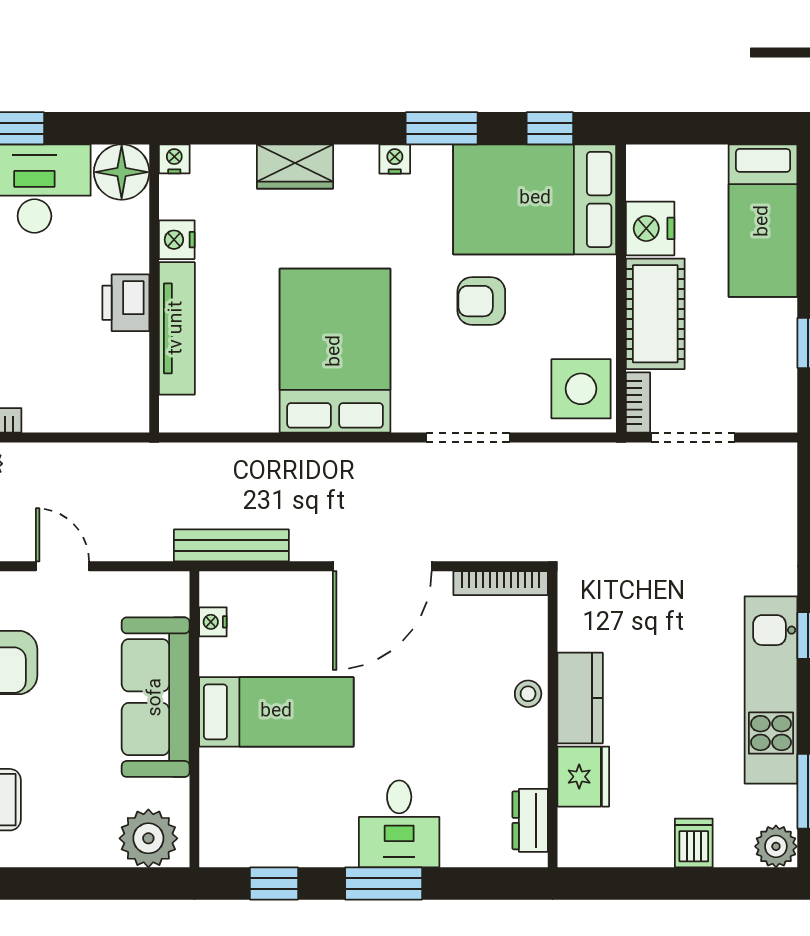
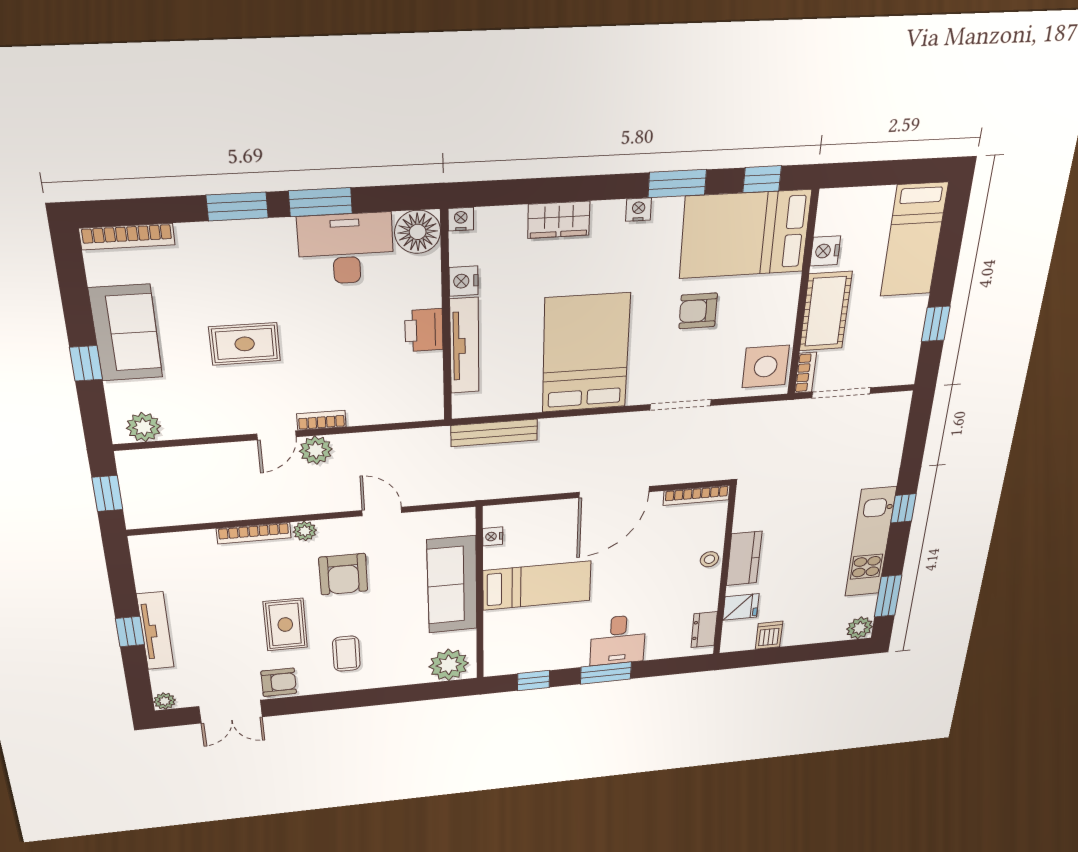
nightstand: (650, 228) -> (825, 251), width x0.74, depth x0.75
bench: (231, 545) -> (494, 433), moved
fridge: (583, 777) -> (741, 607), width x0.72
dishwasher: (694, 843) -> (769, 635), moved

